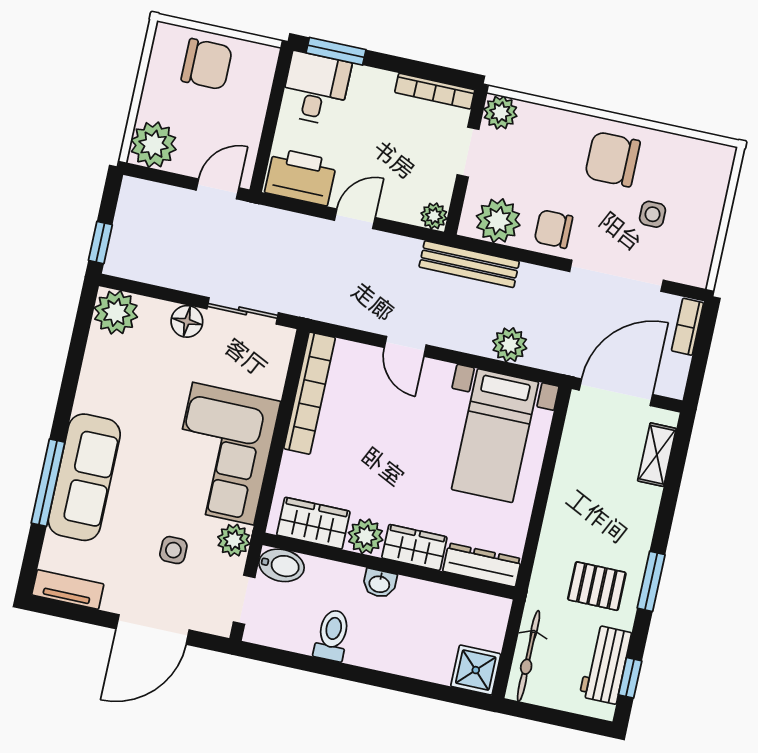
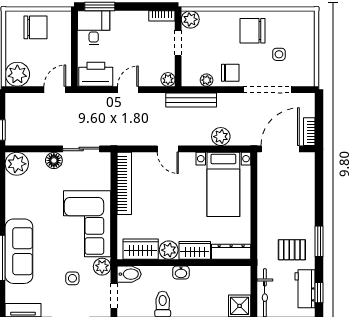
bookcase: (435, 91) -> (162, 16), width x0.64
plant: (498, 221) -> (207, 80), width x0.53, depth x0.53
chair: (553, 229) -> (230, 73), turned 180
bookcase: (687, 327) -> (309, 132), moved
shelving: (657, 455) -> (308, 176), removed

